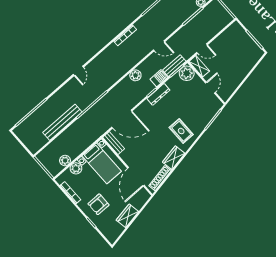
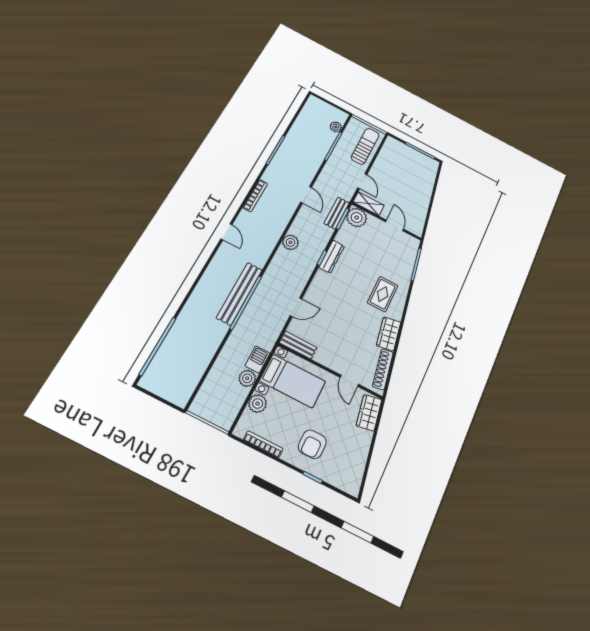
sun lounger: (216, 23) -> (365, 146), added
door: (159, 46) -> (306, 195), hinge flipped
door: (202, 49) -> (362, 181), hinge flipped
door: (78, 71) -> (226, 232), moved
barbecue: (159, 78) -> (257, 360), moved
door: (122, 119) -> (296, 307), width x0.53
bench: (62, 122) -> (239, 294), moved
rug: (181, 131) -> (383, 294), turned 90
plant: (65, 161) -> (247, 378), moved
door: (136, 177) -> (349, 381), width x0.53
wardrobe: (127, 216) -> (369, 413), moved

